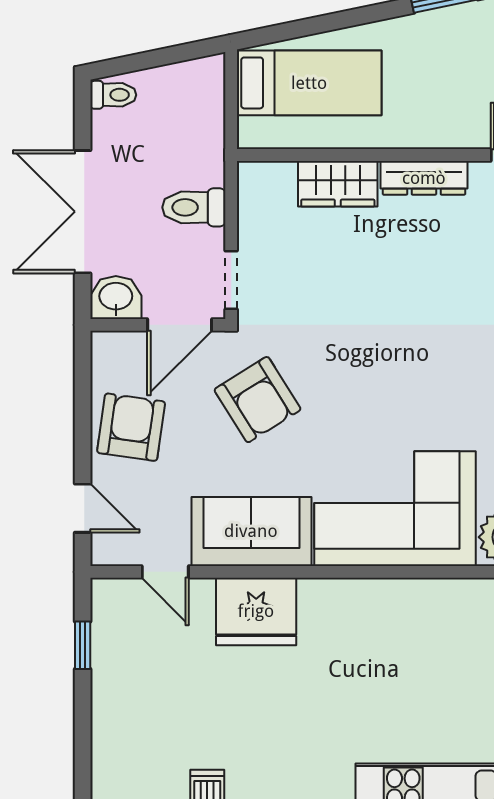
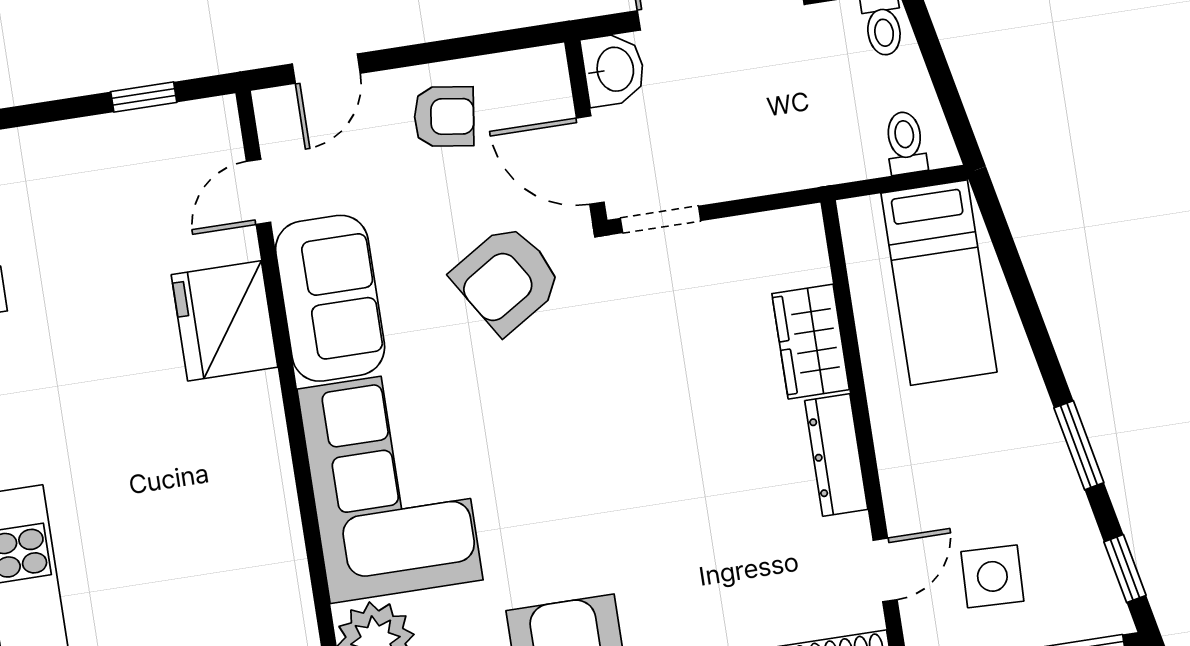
toilet: (194, 207) -> (906, 143), moved, width x0.73, depth x0.72
armchair: (131, 427) -> (444, 117), width x0.72, depth x0.72

